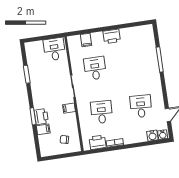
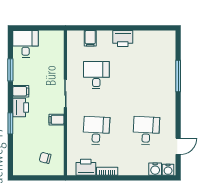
desk: (54, 49) -> (26, 44), moved
printer: (41, 117) -> (21, 108), moved
filing cabinet: (43, 129) -> (21, 91), moved

